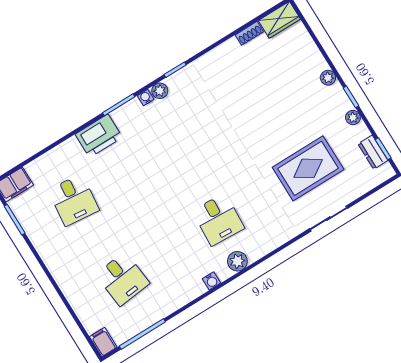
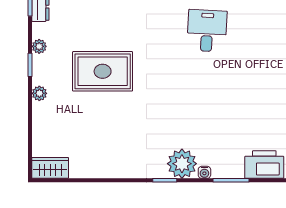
shoe rack: (249, 33) -> (83, 172), removed
plant: (160, 91) -> (182, 164), width x1.87, depth x1.87
rug: (308, 168) -> (103, 71), moved

